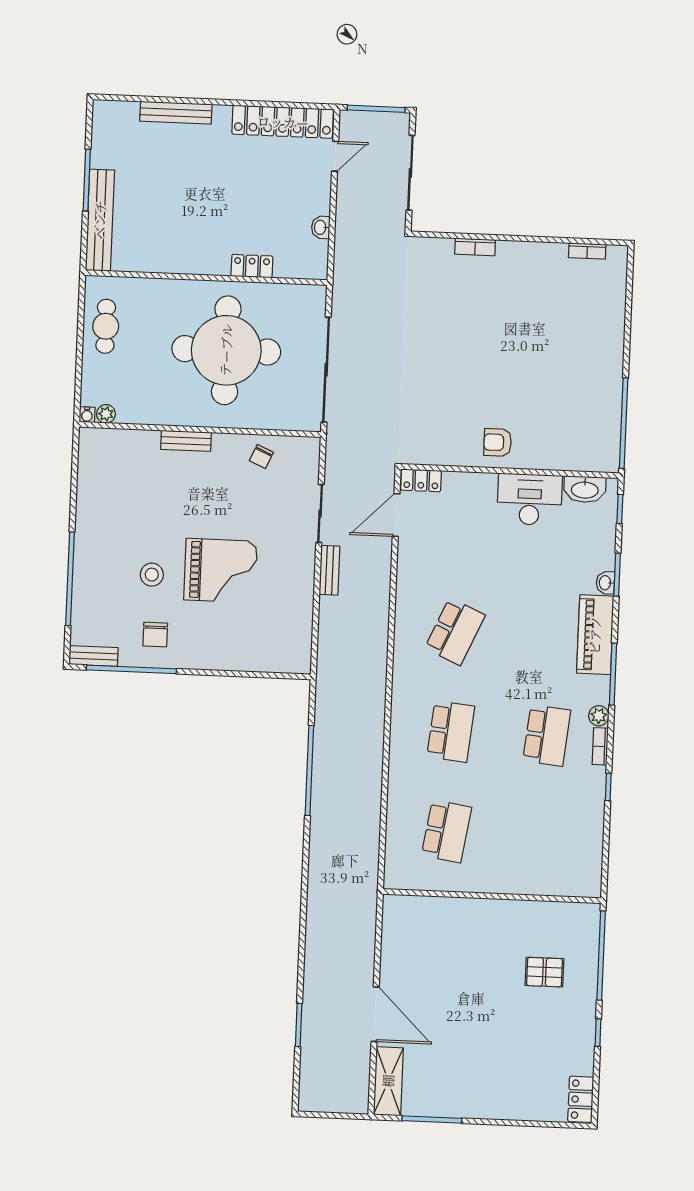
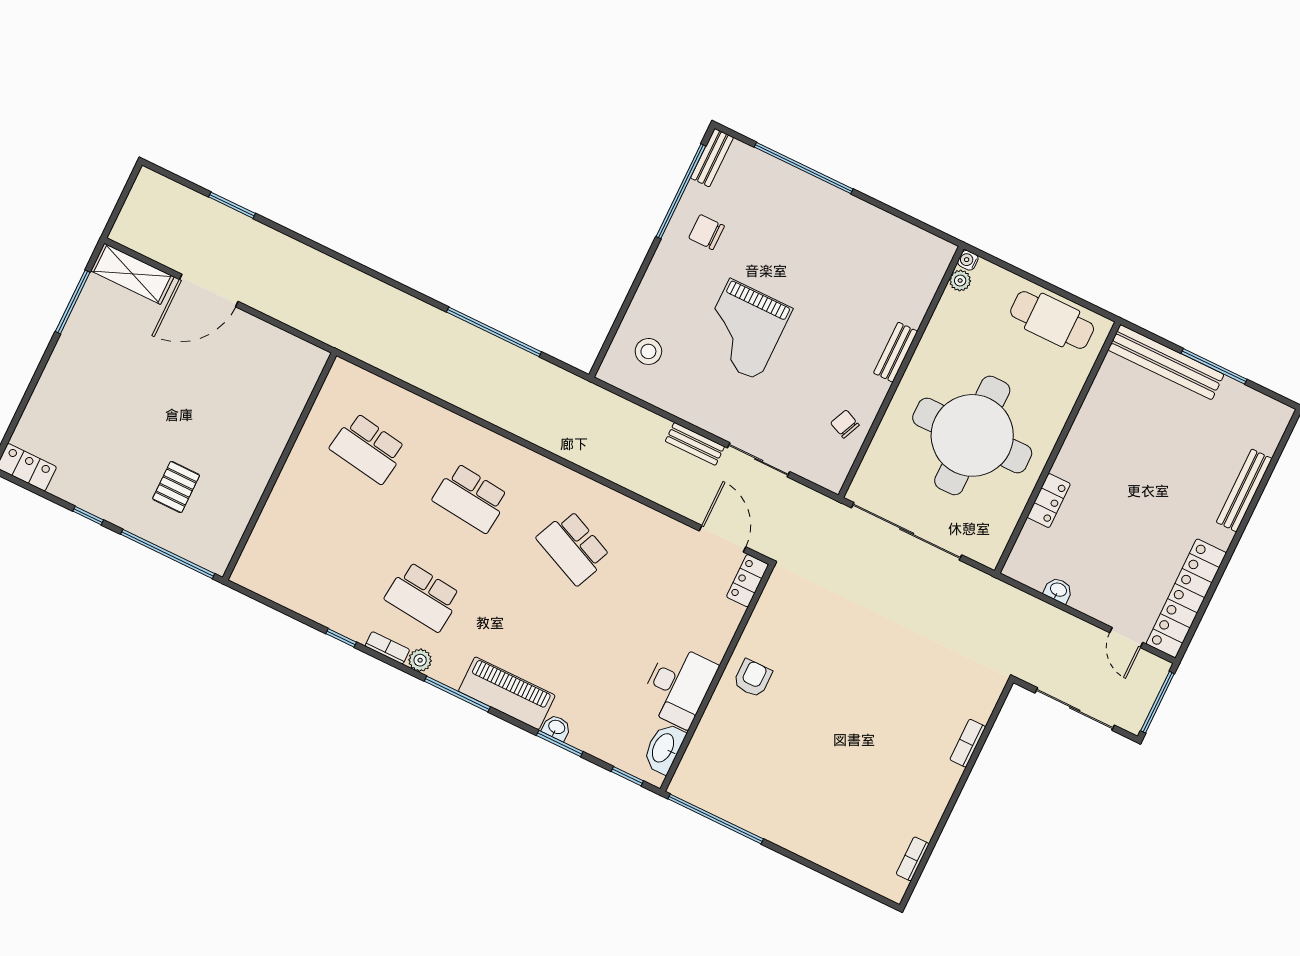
cafe table: (106, 326) -> (1052, 320), width x1.37, depth x1.35
stool: (152, 575) -> (648, 351), moved

